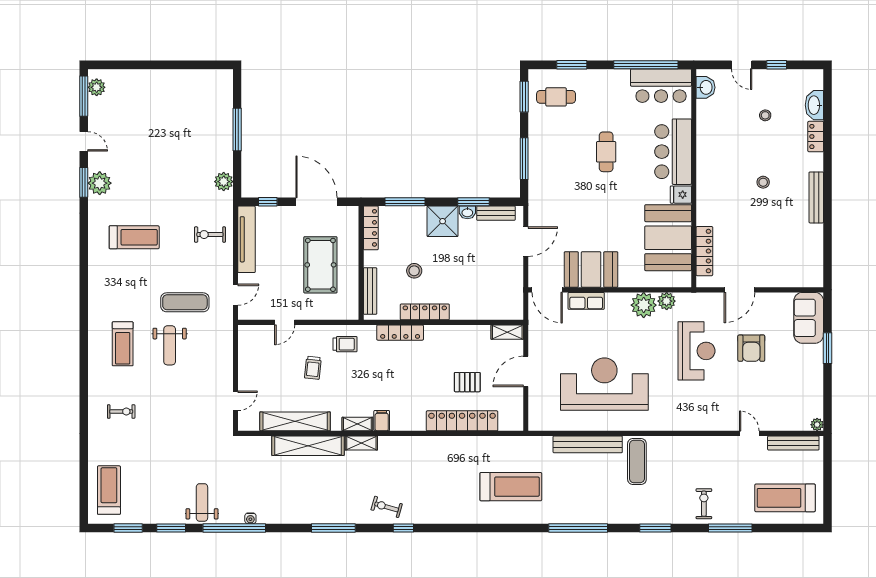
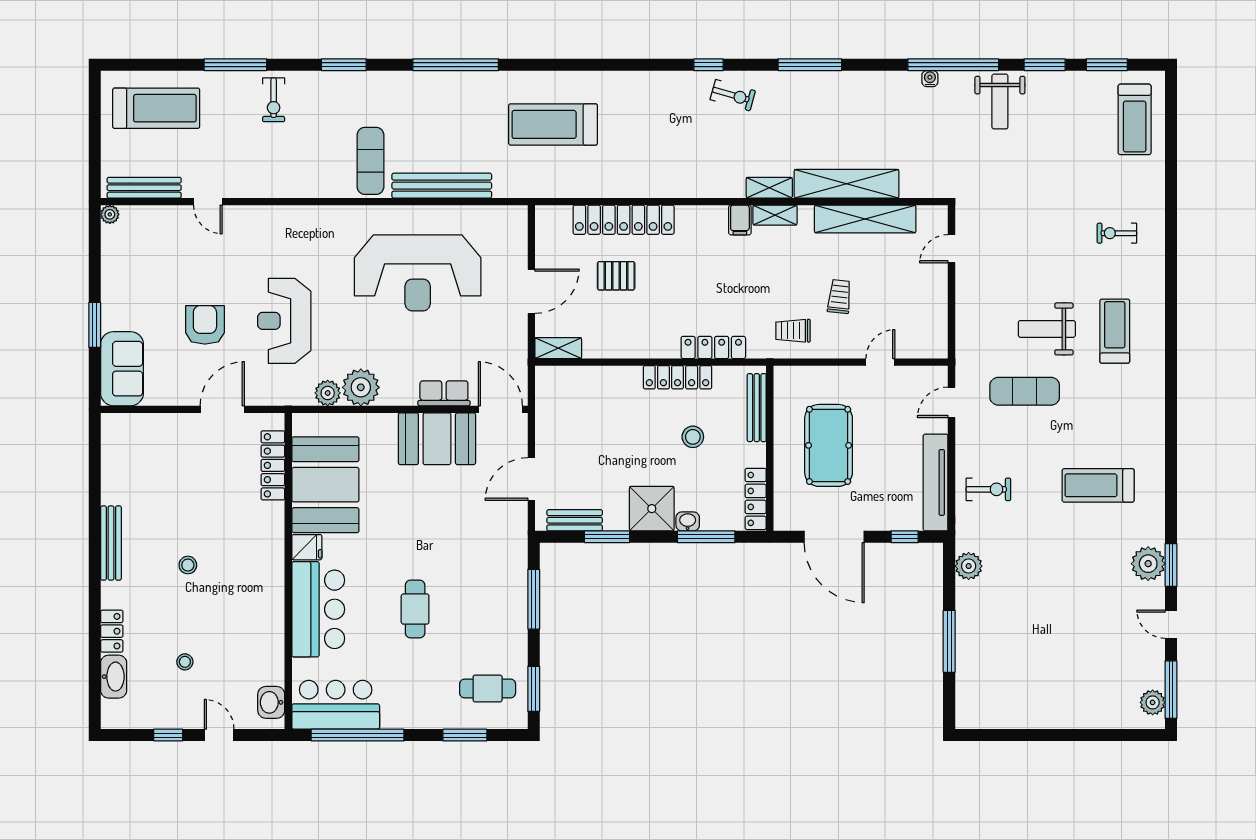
washbasin: (467, 212) -> (688, 521), moved
weight bench: (170, 345) -> (1047, 329), turned -90

